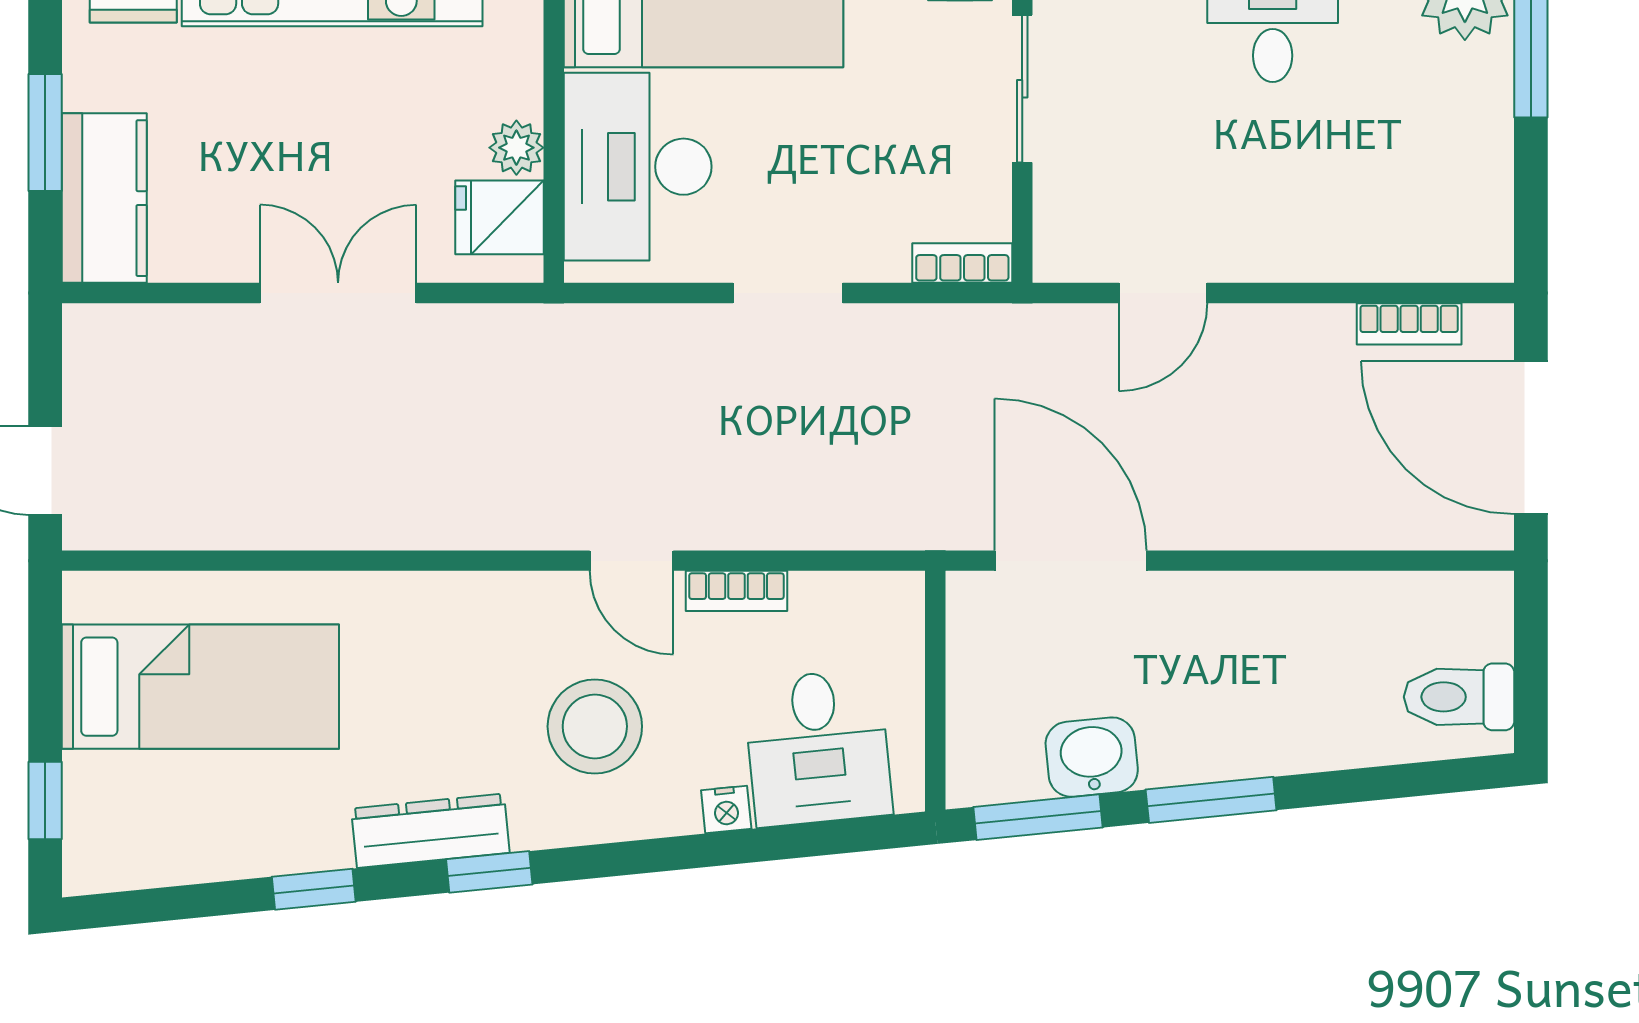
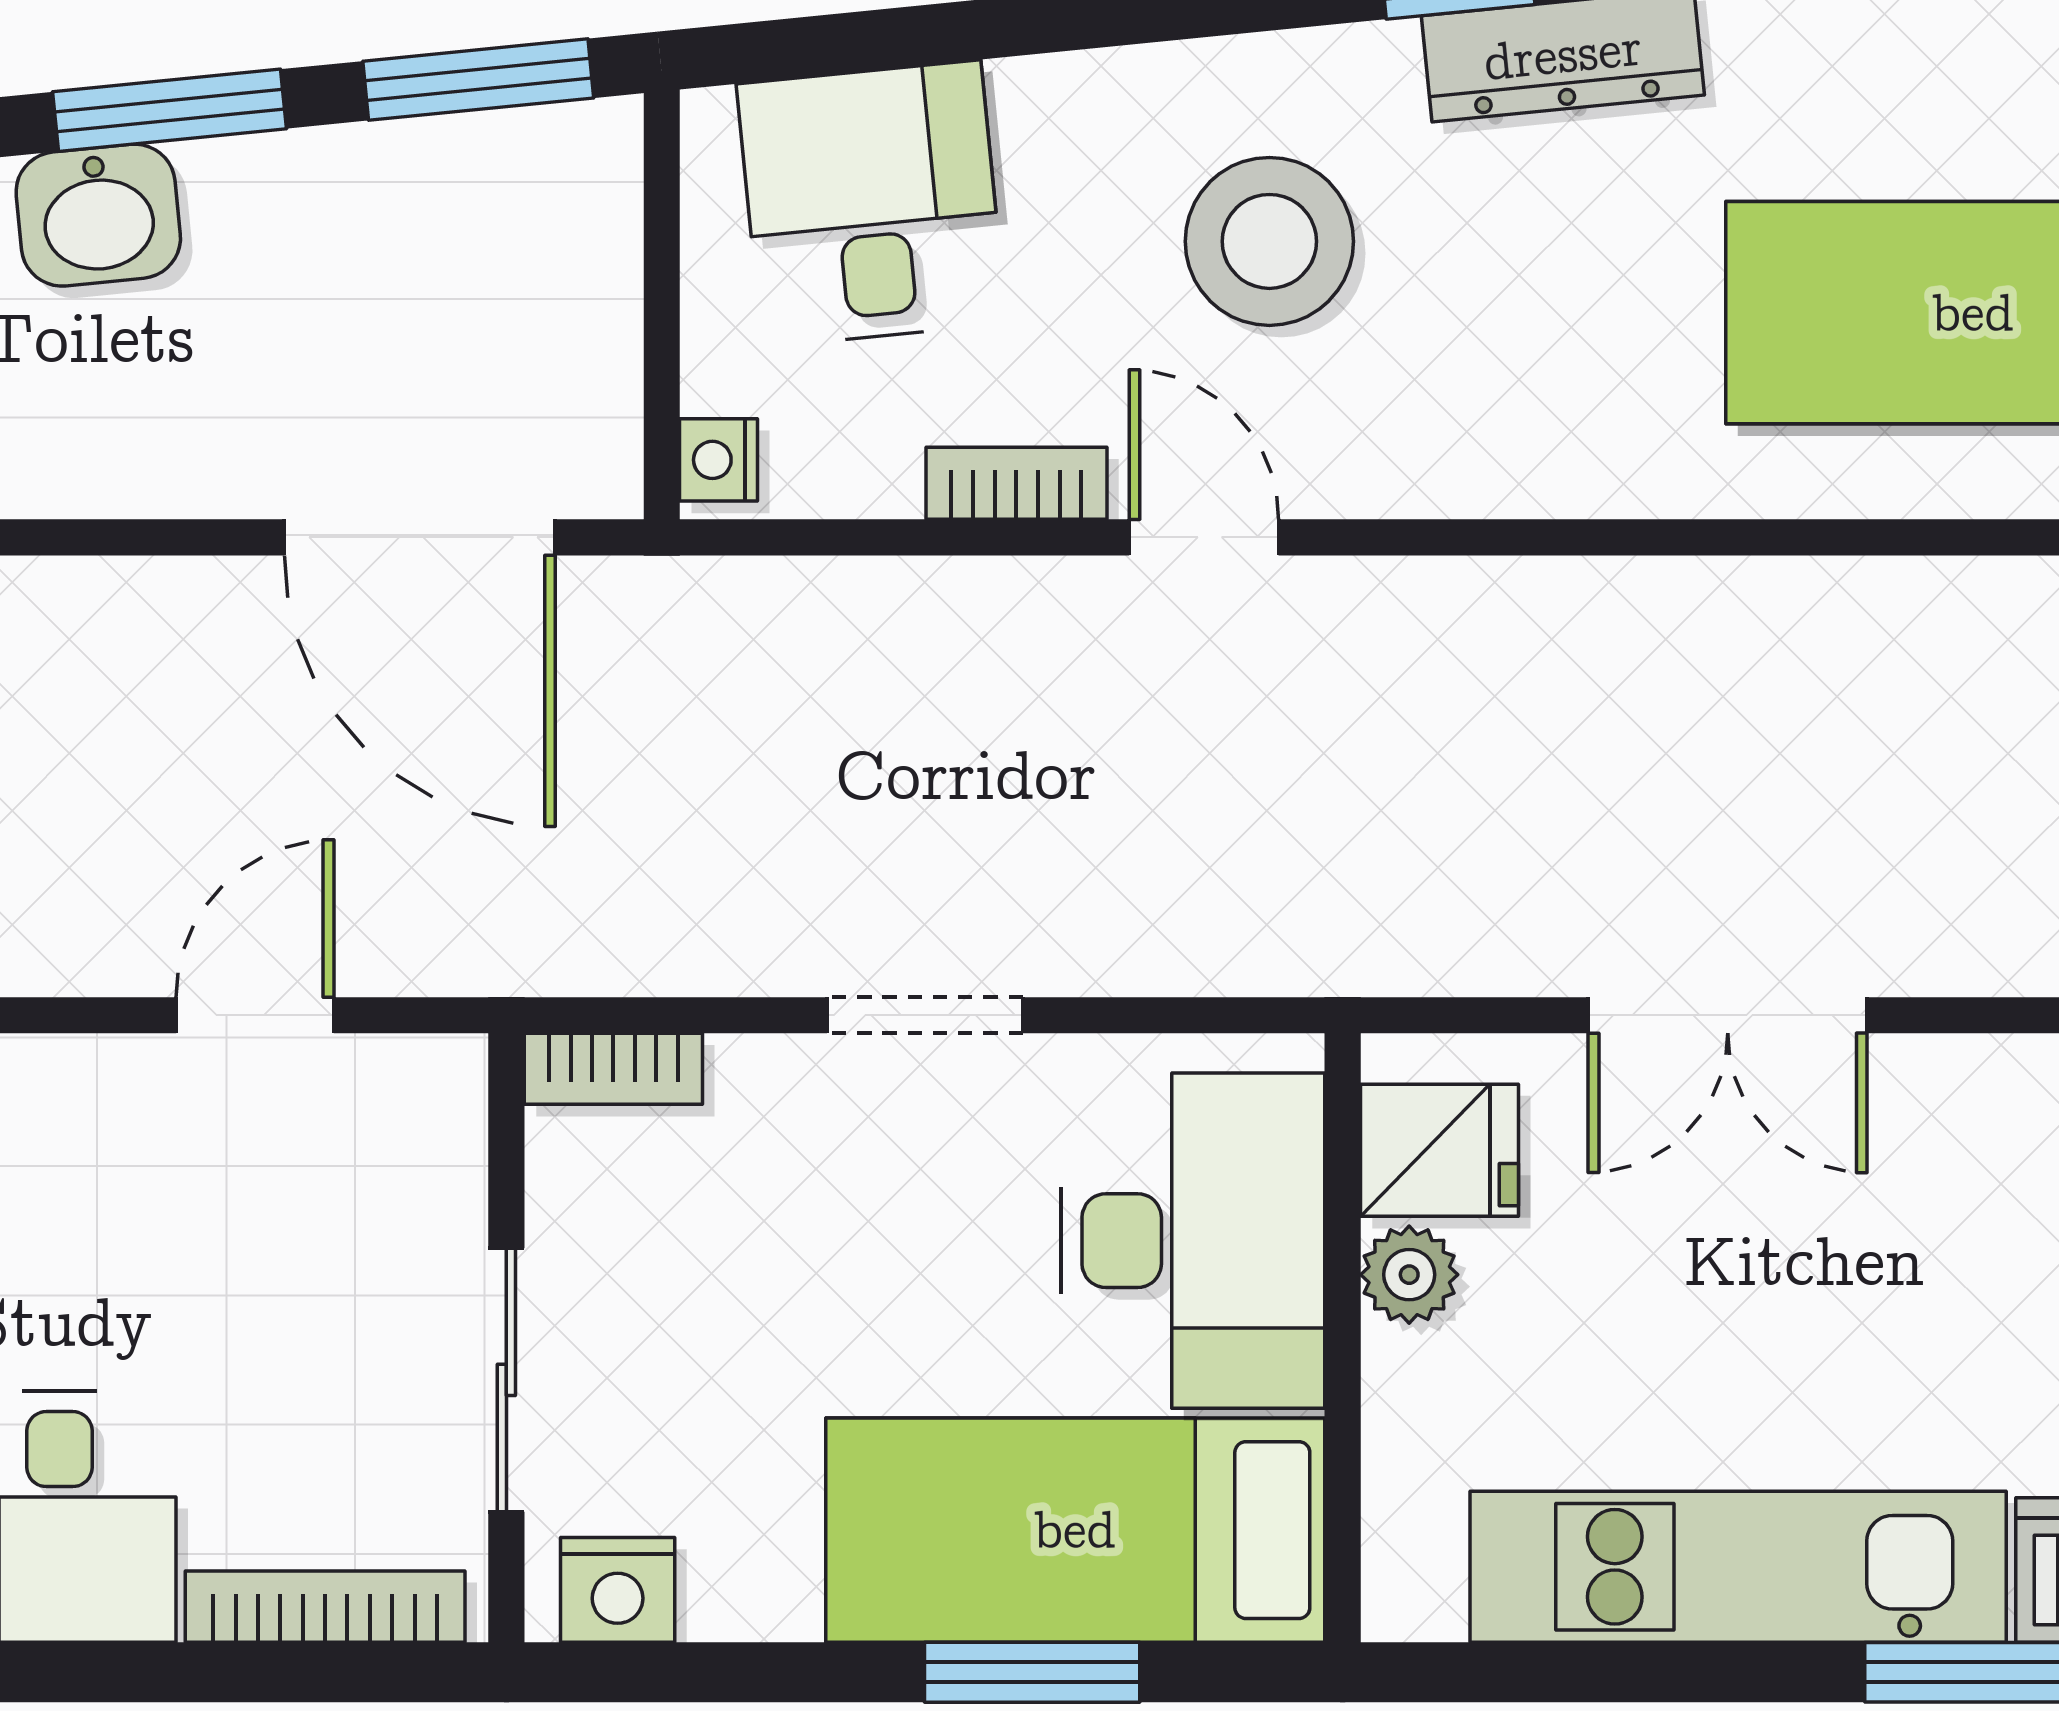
washbasin: (1092, 757) -> (98, 215), moved
nightstand: (726, 810) -> (719, 460), moved, turned -84

